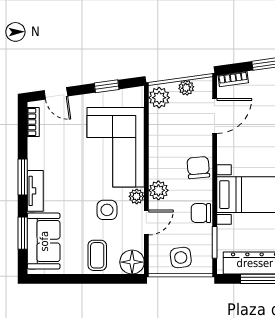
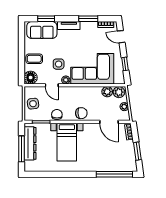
door: (56, 93) -> (121, 37), hinge flipped
window: (23, 177) -> (88, 19), moved
plant: (158, 190) -> (107, 92), moved

